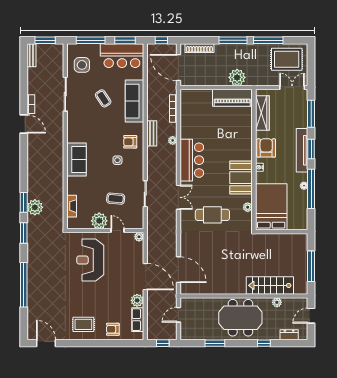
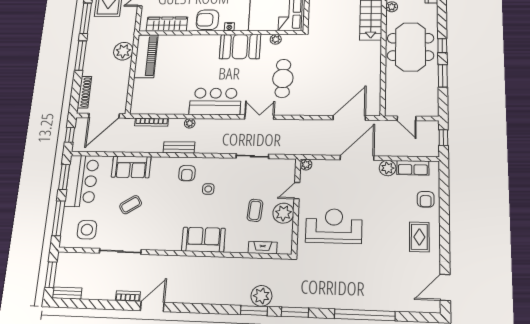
sofa: (135, 101) -> (131, 167), width x0.73
coffee table: (116, 199) -> (255, 210), moved
reception desk: (90, 260) -> (334, 226), turned 180
window: (264, 343) -> (442, 46), moved

